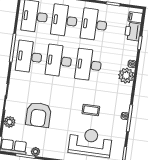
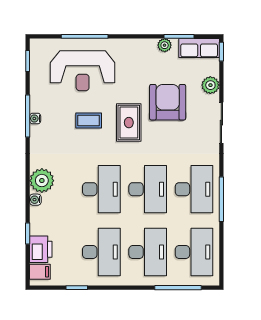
rug: (65, 105) -> (129, 123), added

